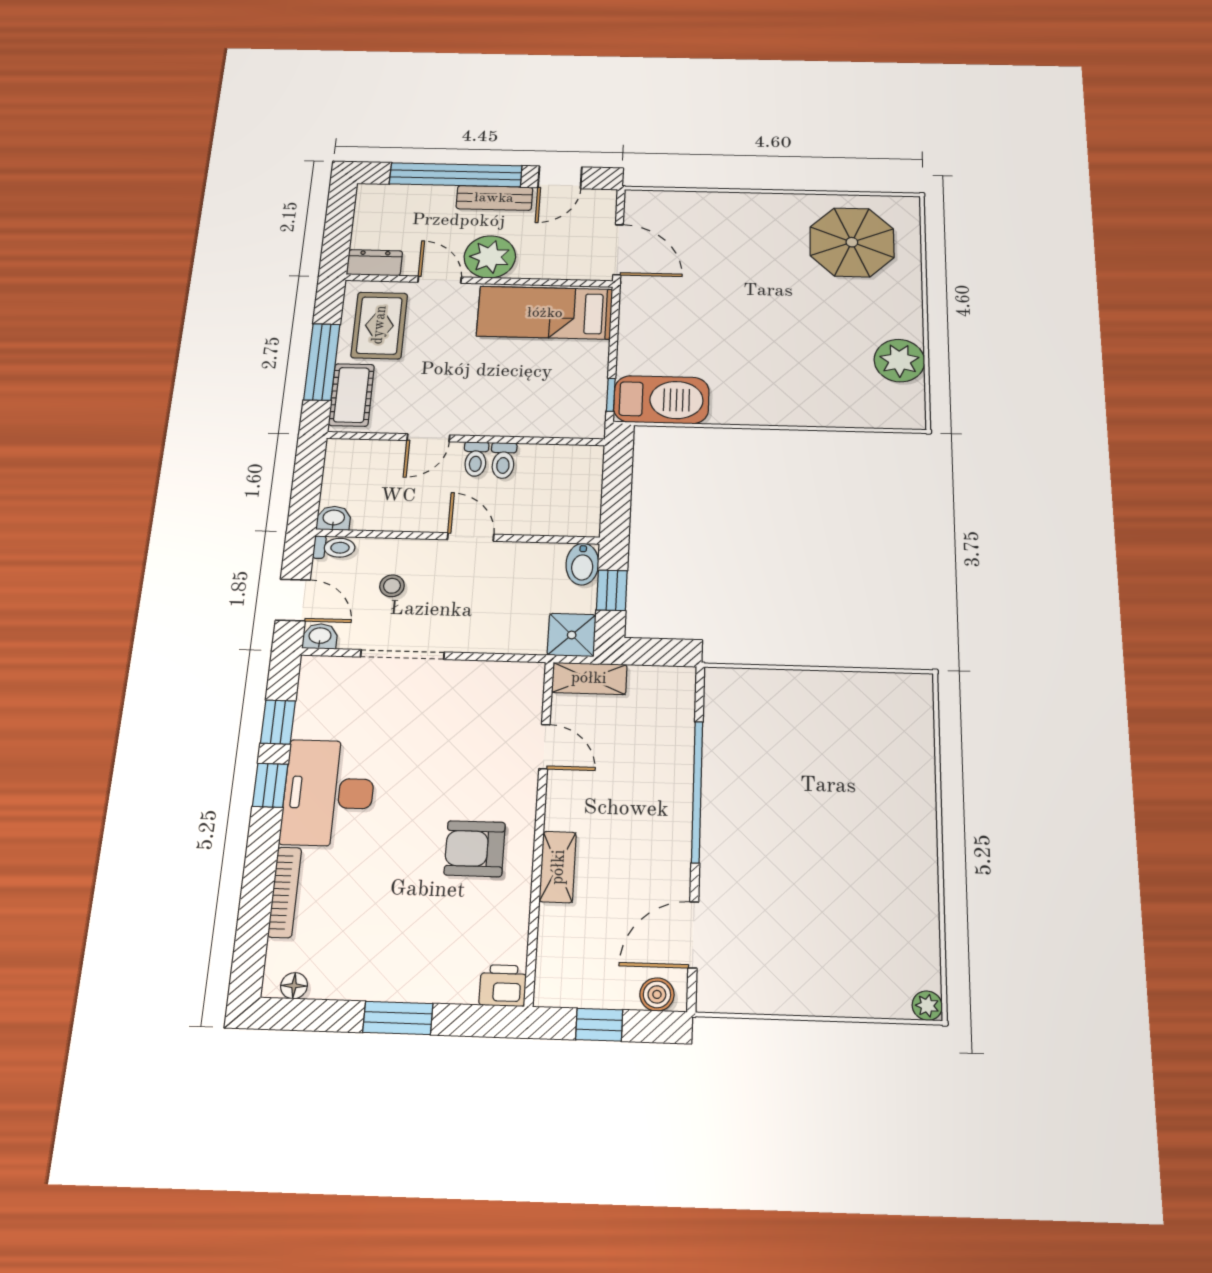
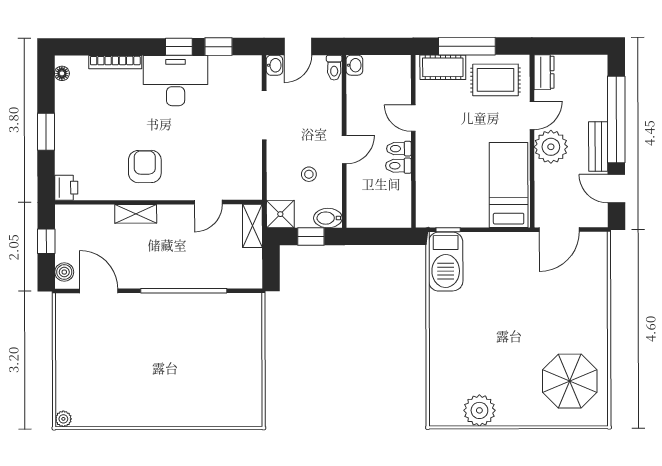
stool: (392, 586) -> (309, 174), moved

